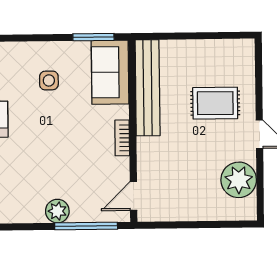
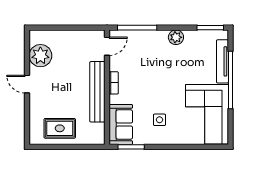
bench: (148, 88) -> (97, 92), moved
rug: (215, 103) -> (60, 128), moved
plant: (57, 211) -> (176, 37), moved

